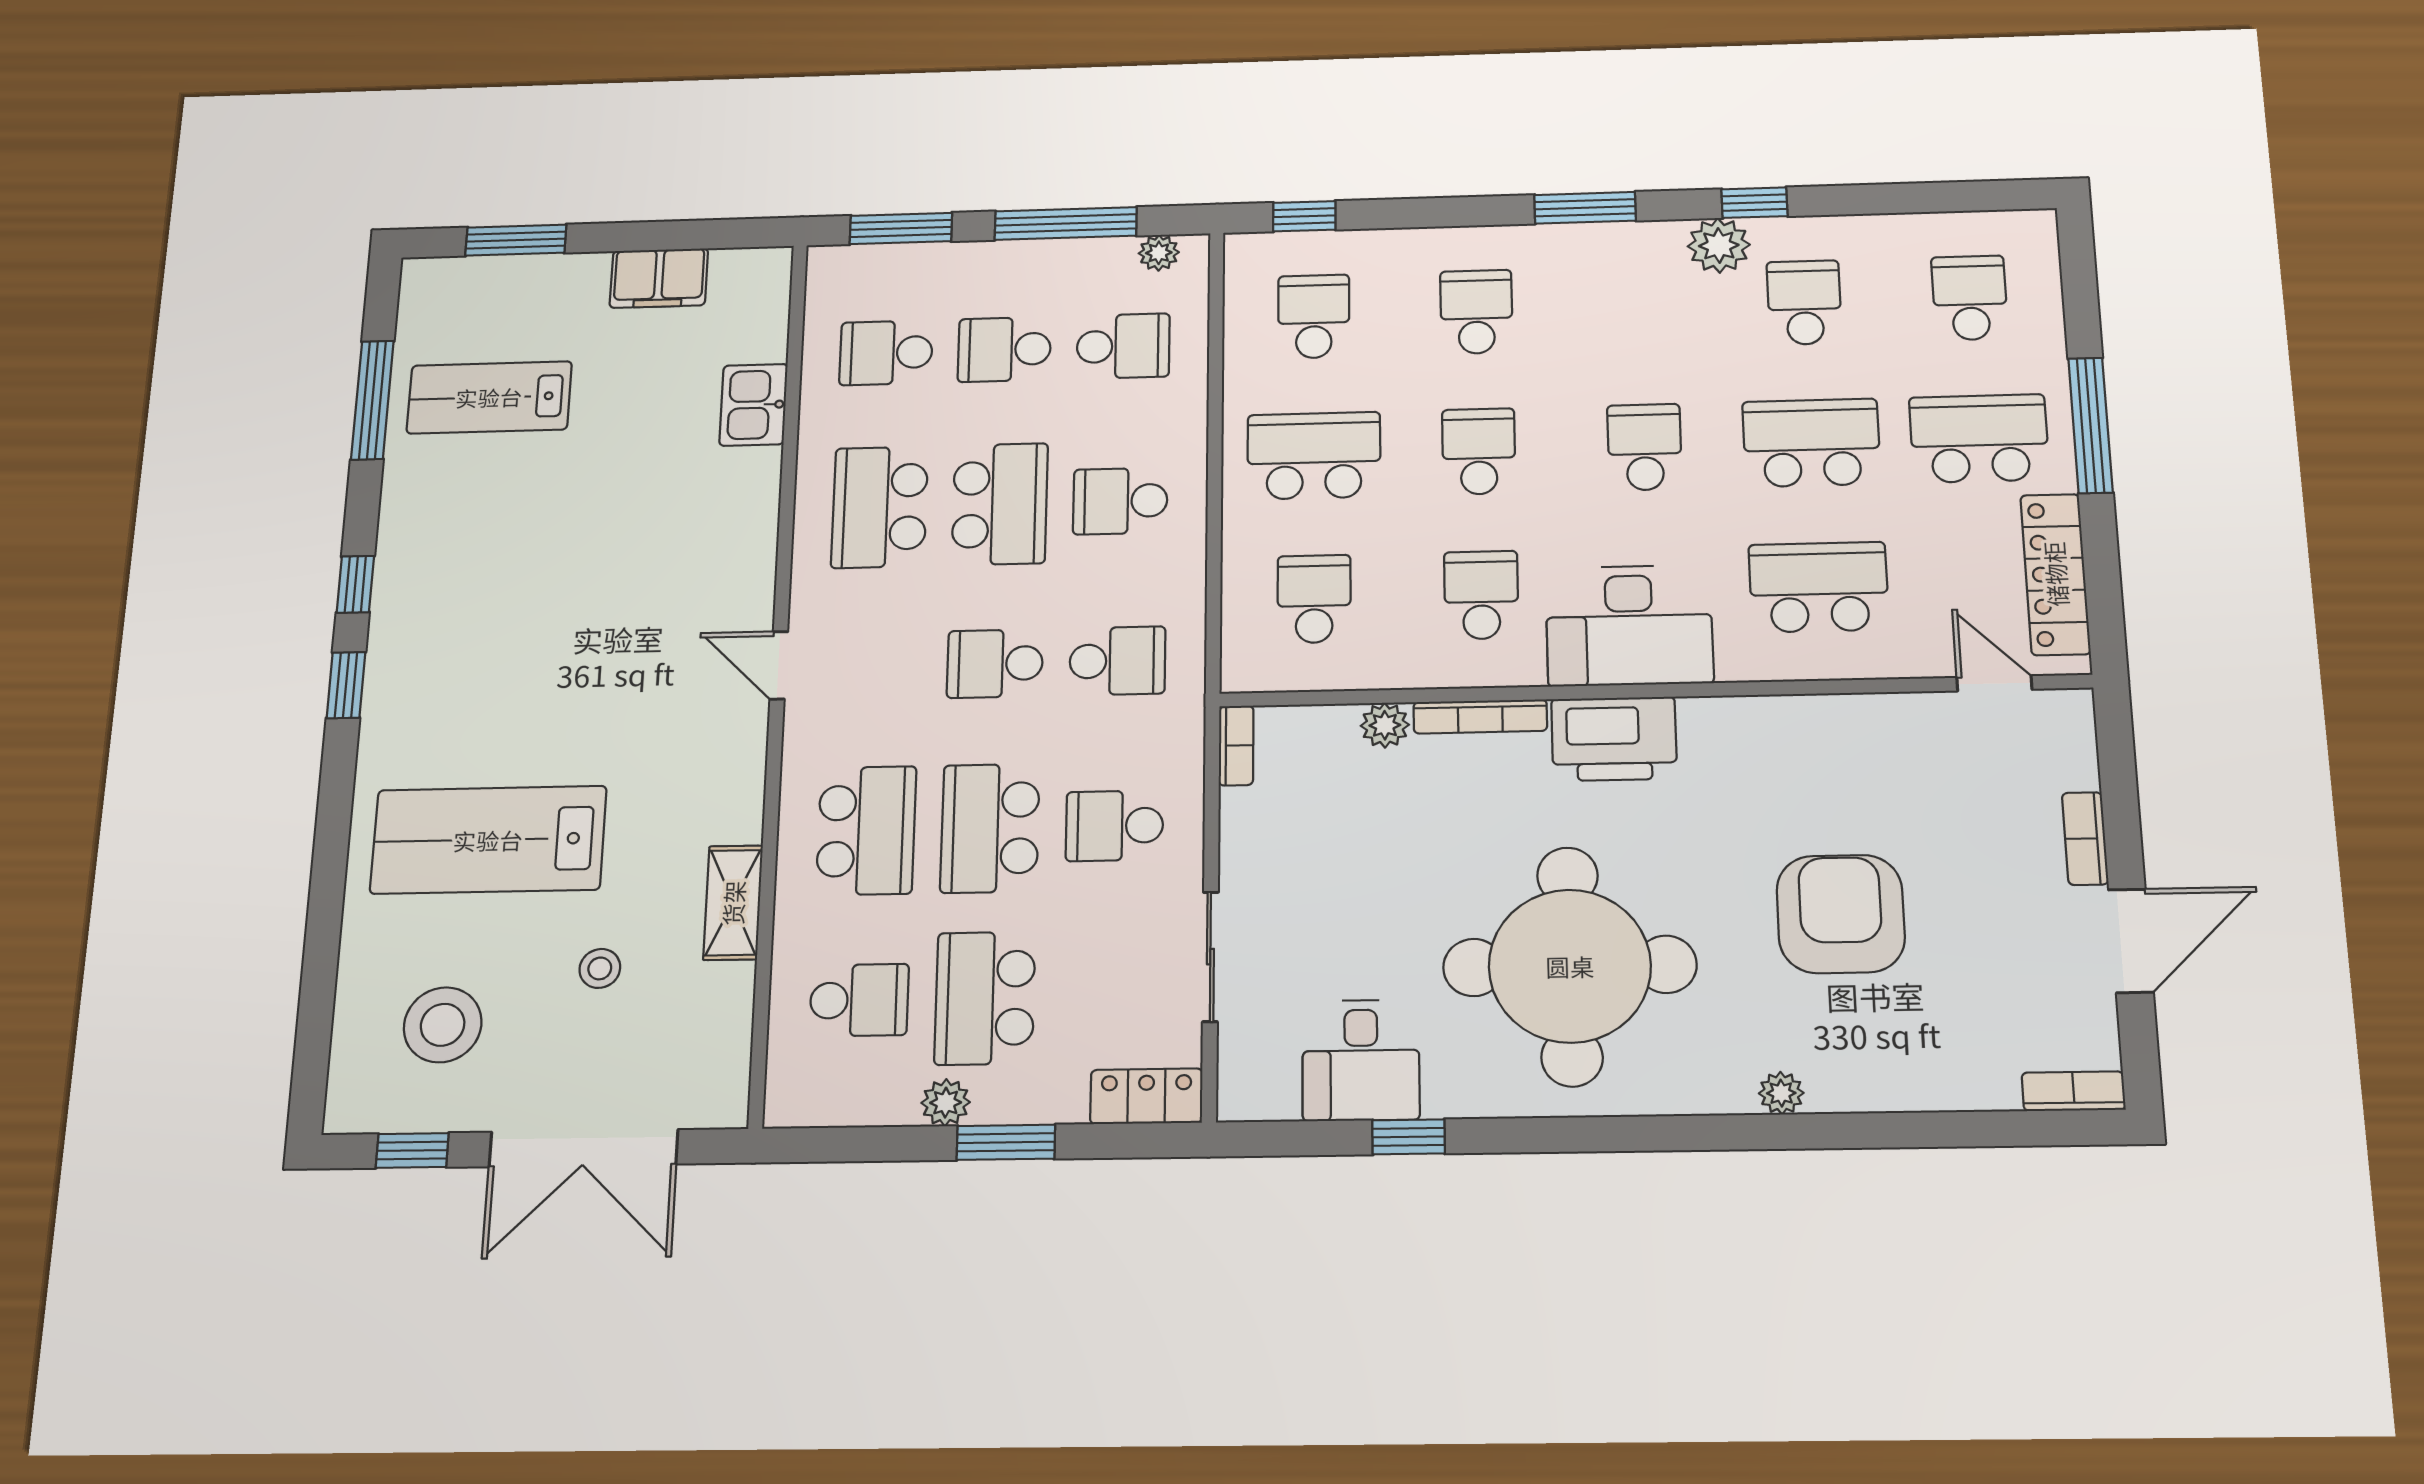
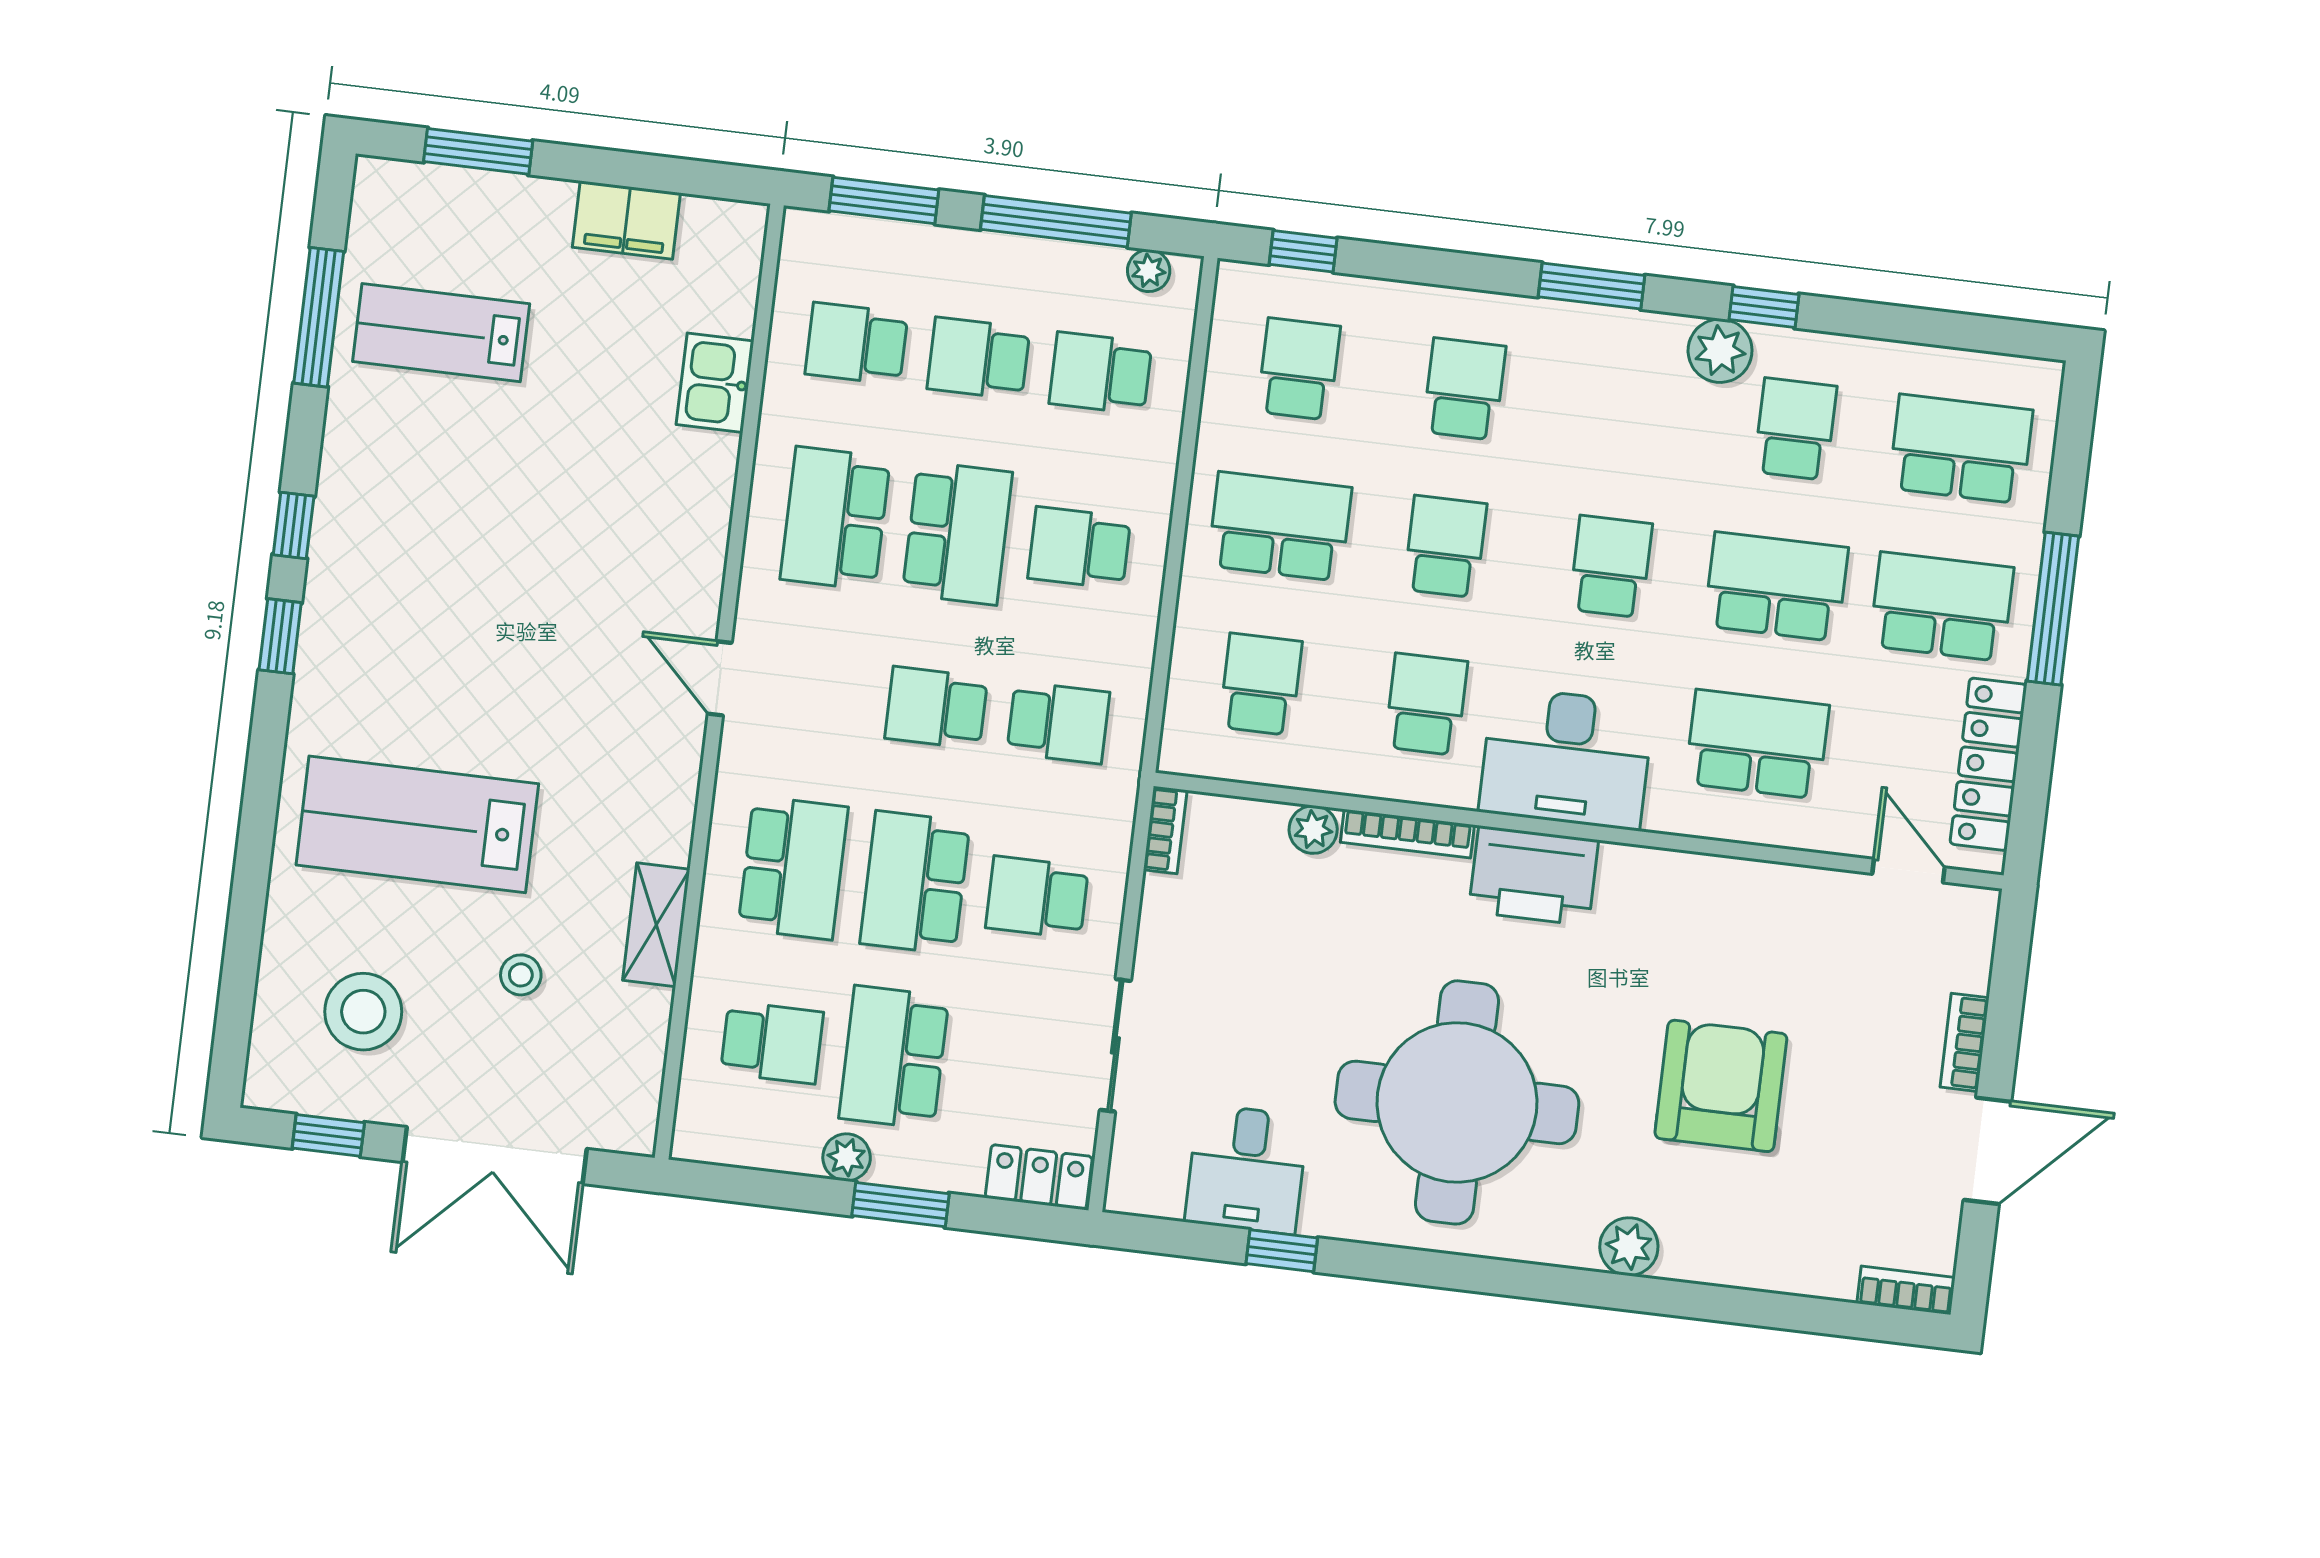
school desk: (1970, 298) -> (1961, 449), width x1.85
school desk: (1123, 346) -> (1101, 373), turned 180
plant: (1781, 1093) -> (1629, 1247), width x1.38, depth x1.38

